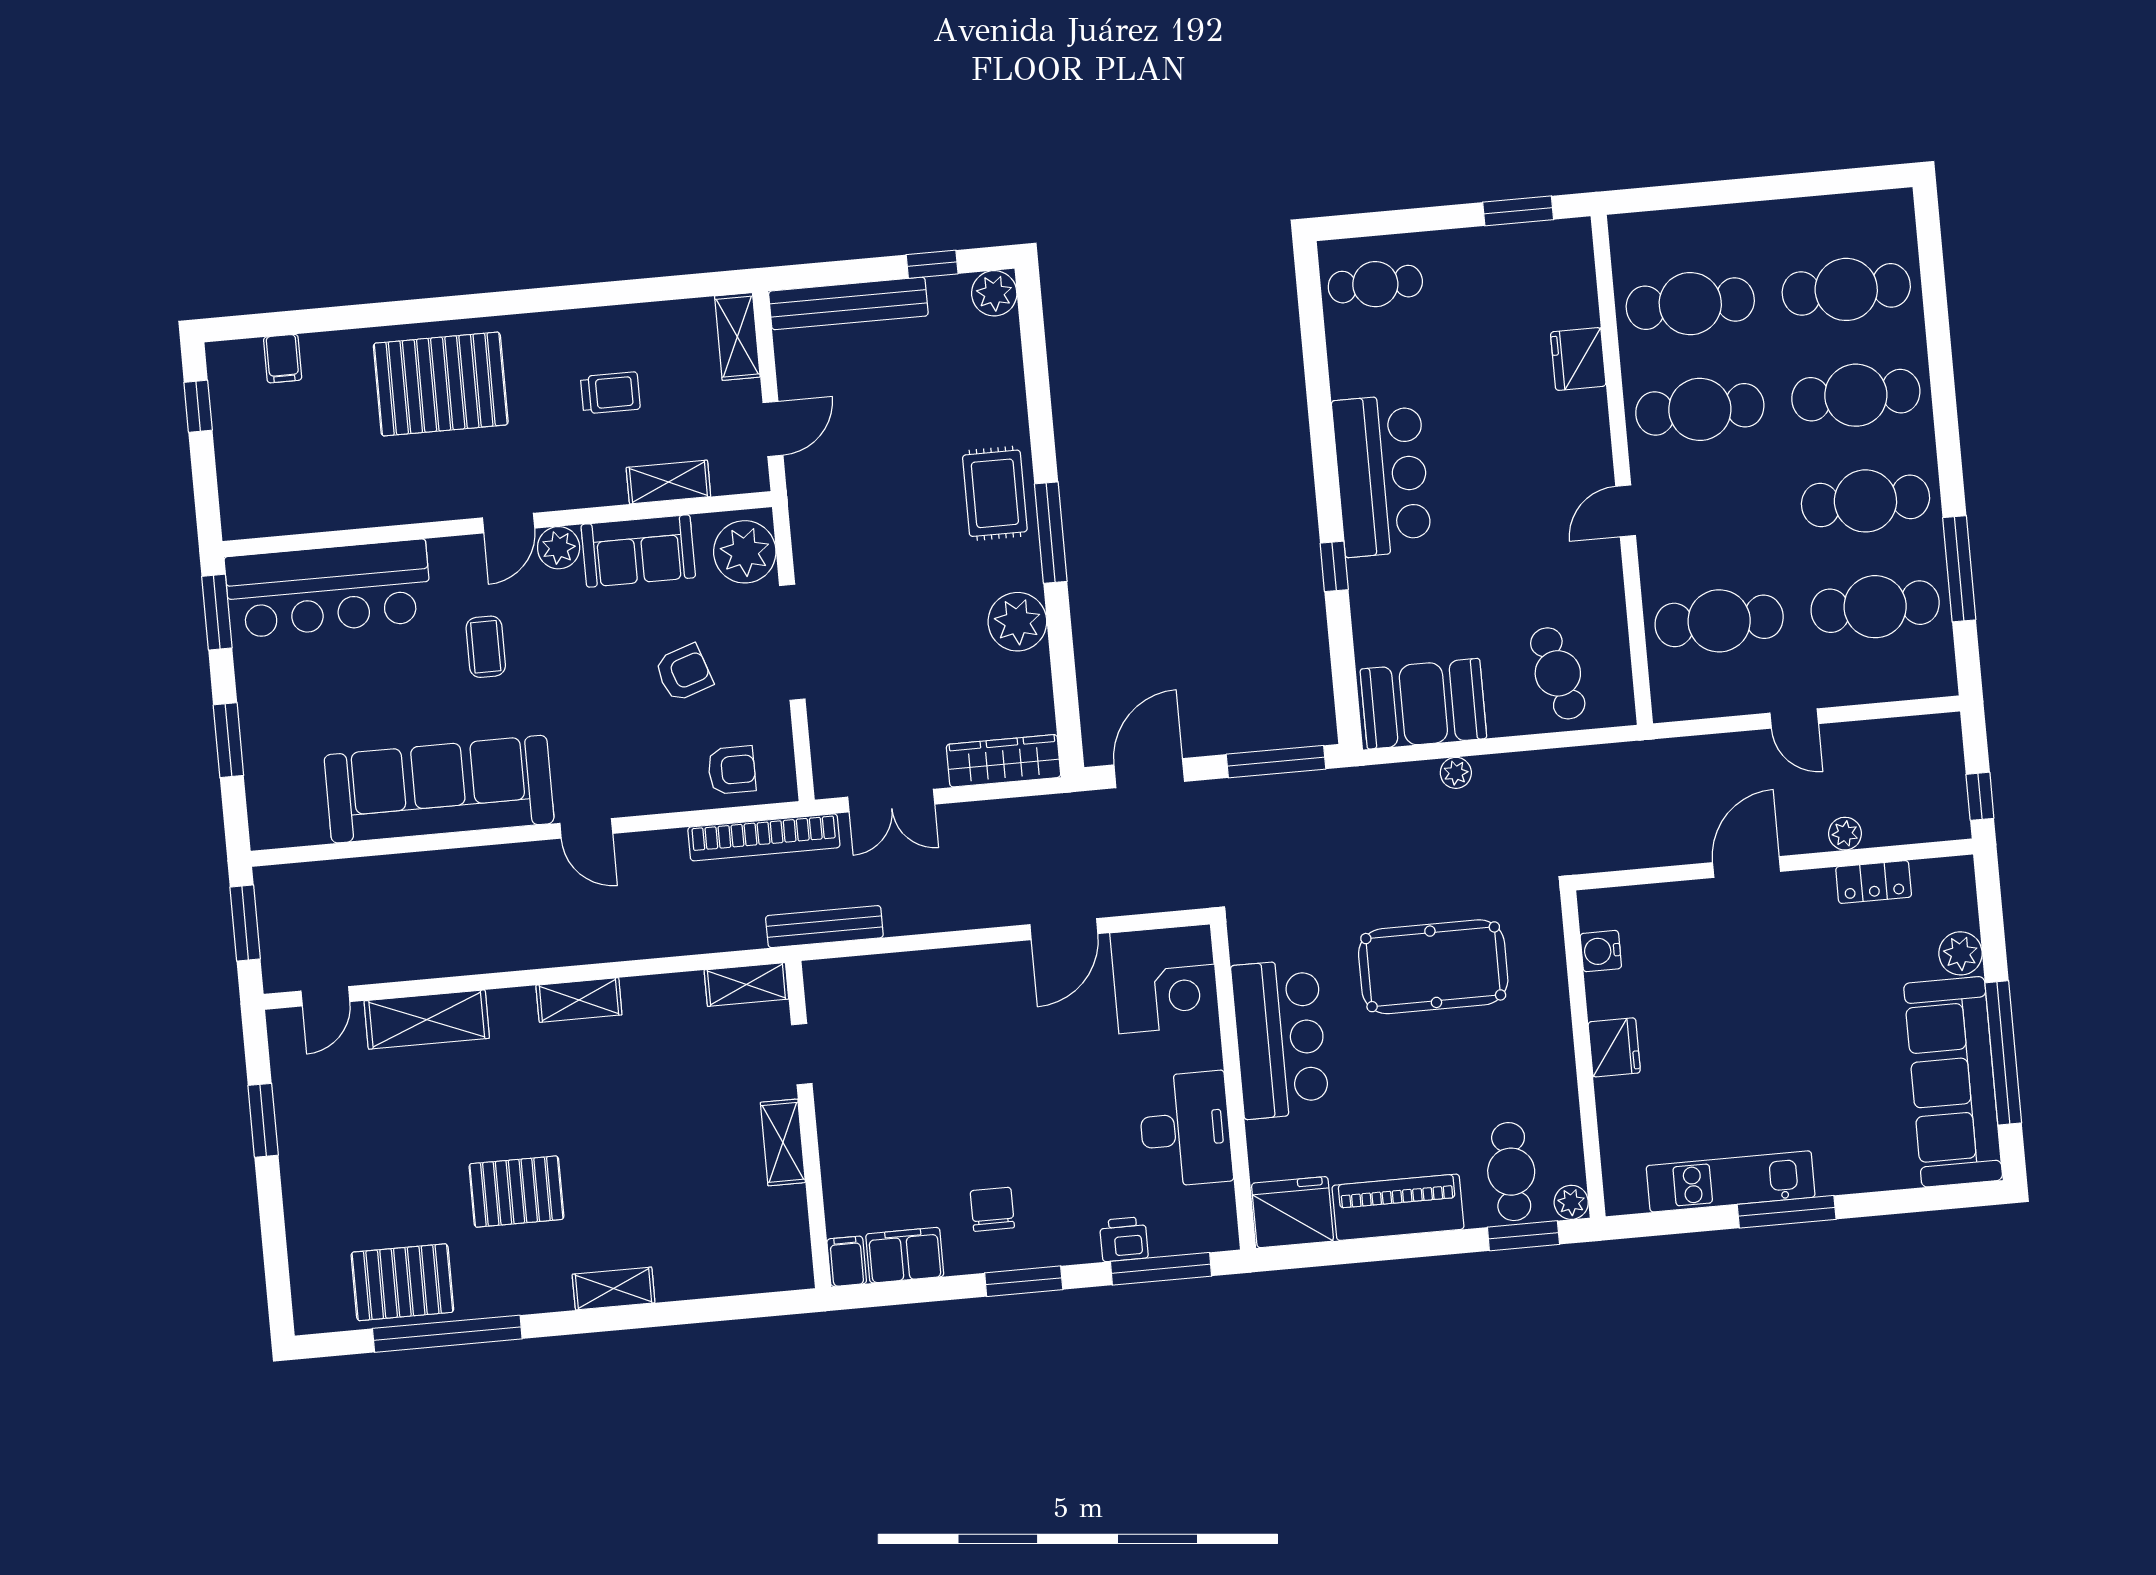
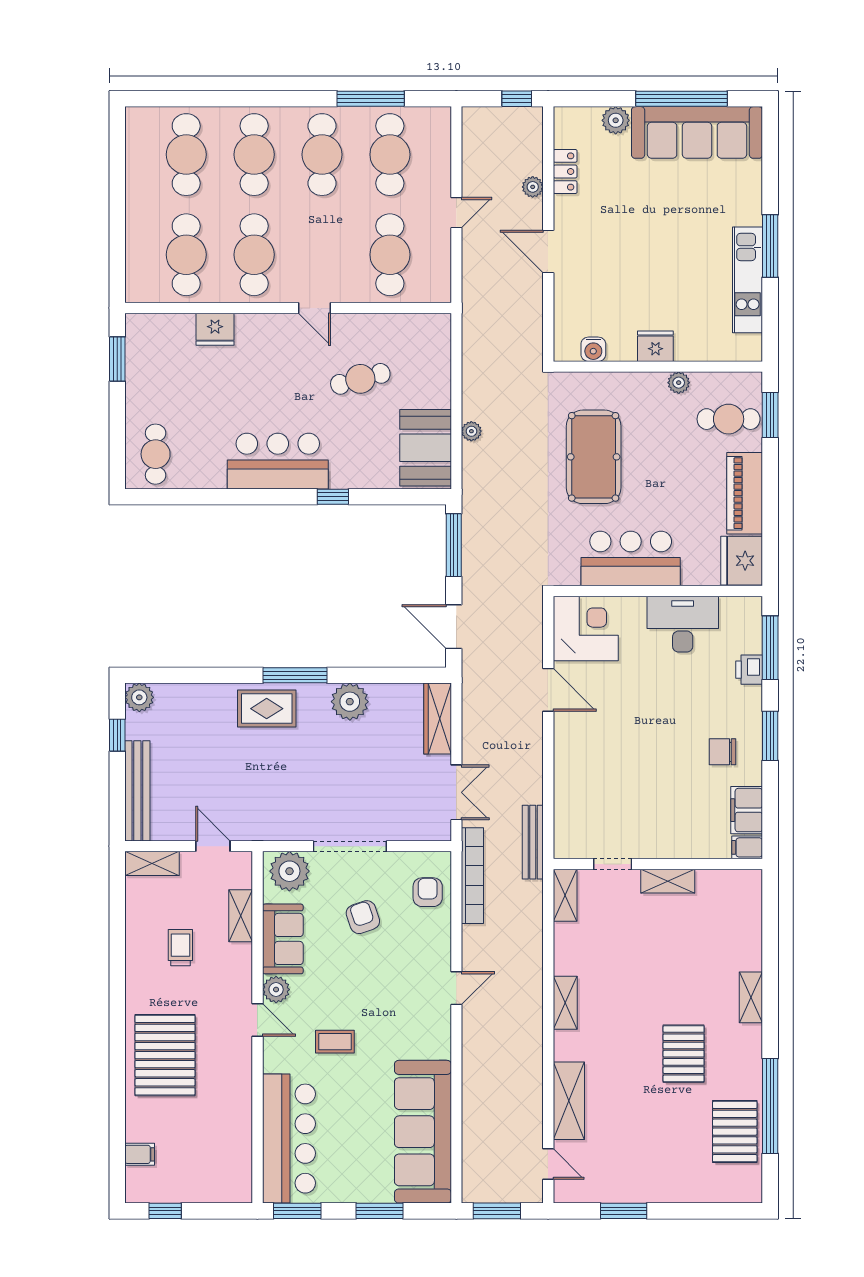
cafe table: (1558, 673) -> (360, 379), moved
sofa: (439, 789) -> (423, 1132), moved
plant: (1571, 1202) -> (679, 383), moved

